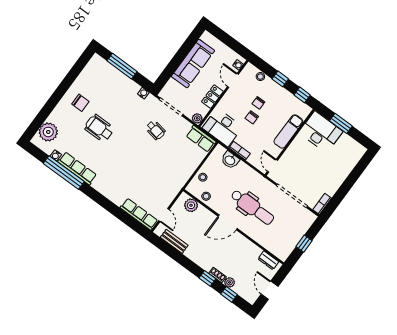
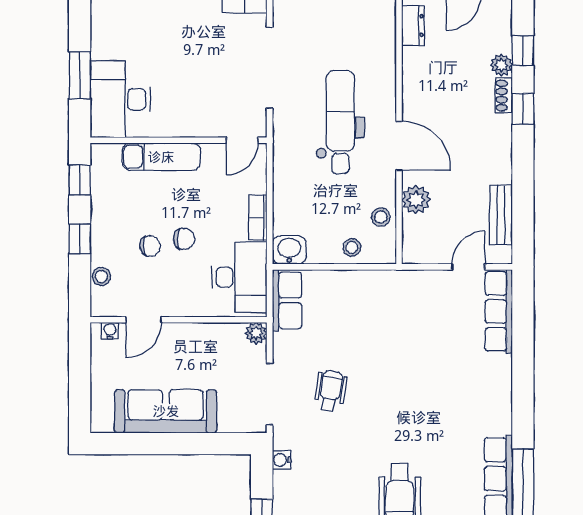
locker: (212, 97) -> (198, 335), removed
washbasin: (230, 160) -> (289, 250), moved, turned -90
plant: (191, 205) -> (416, 200), moved

